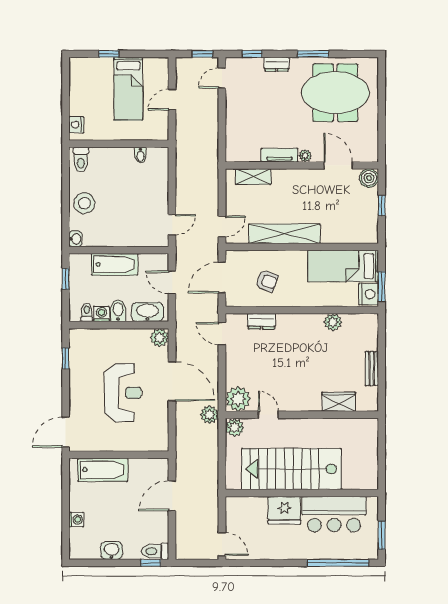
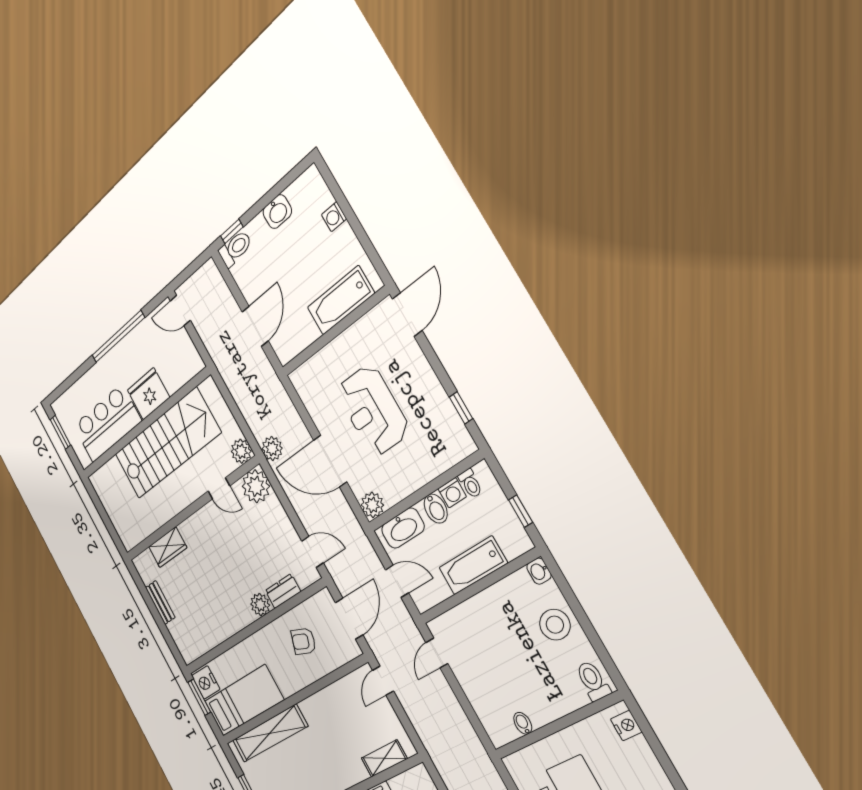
shelving: (284, 234) -> (270, 733), moved
plant: (333, 322) -> (260, 605), moved
window: (338, 563) -> (118, 337), moved

